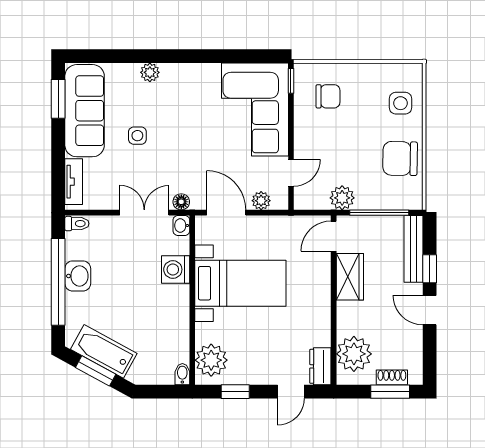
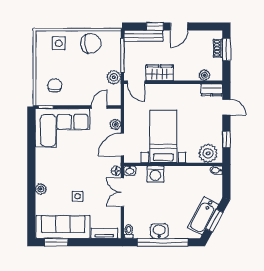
chair: (400, 159) -> (91, 44), turned -99
door: (291, 173) -> (99, 107), hinge flipped
plant: (354, 354) -> (204, 75), width x0.53, depth x0.53

